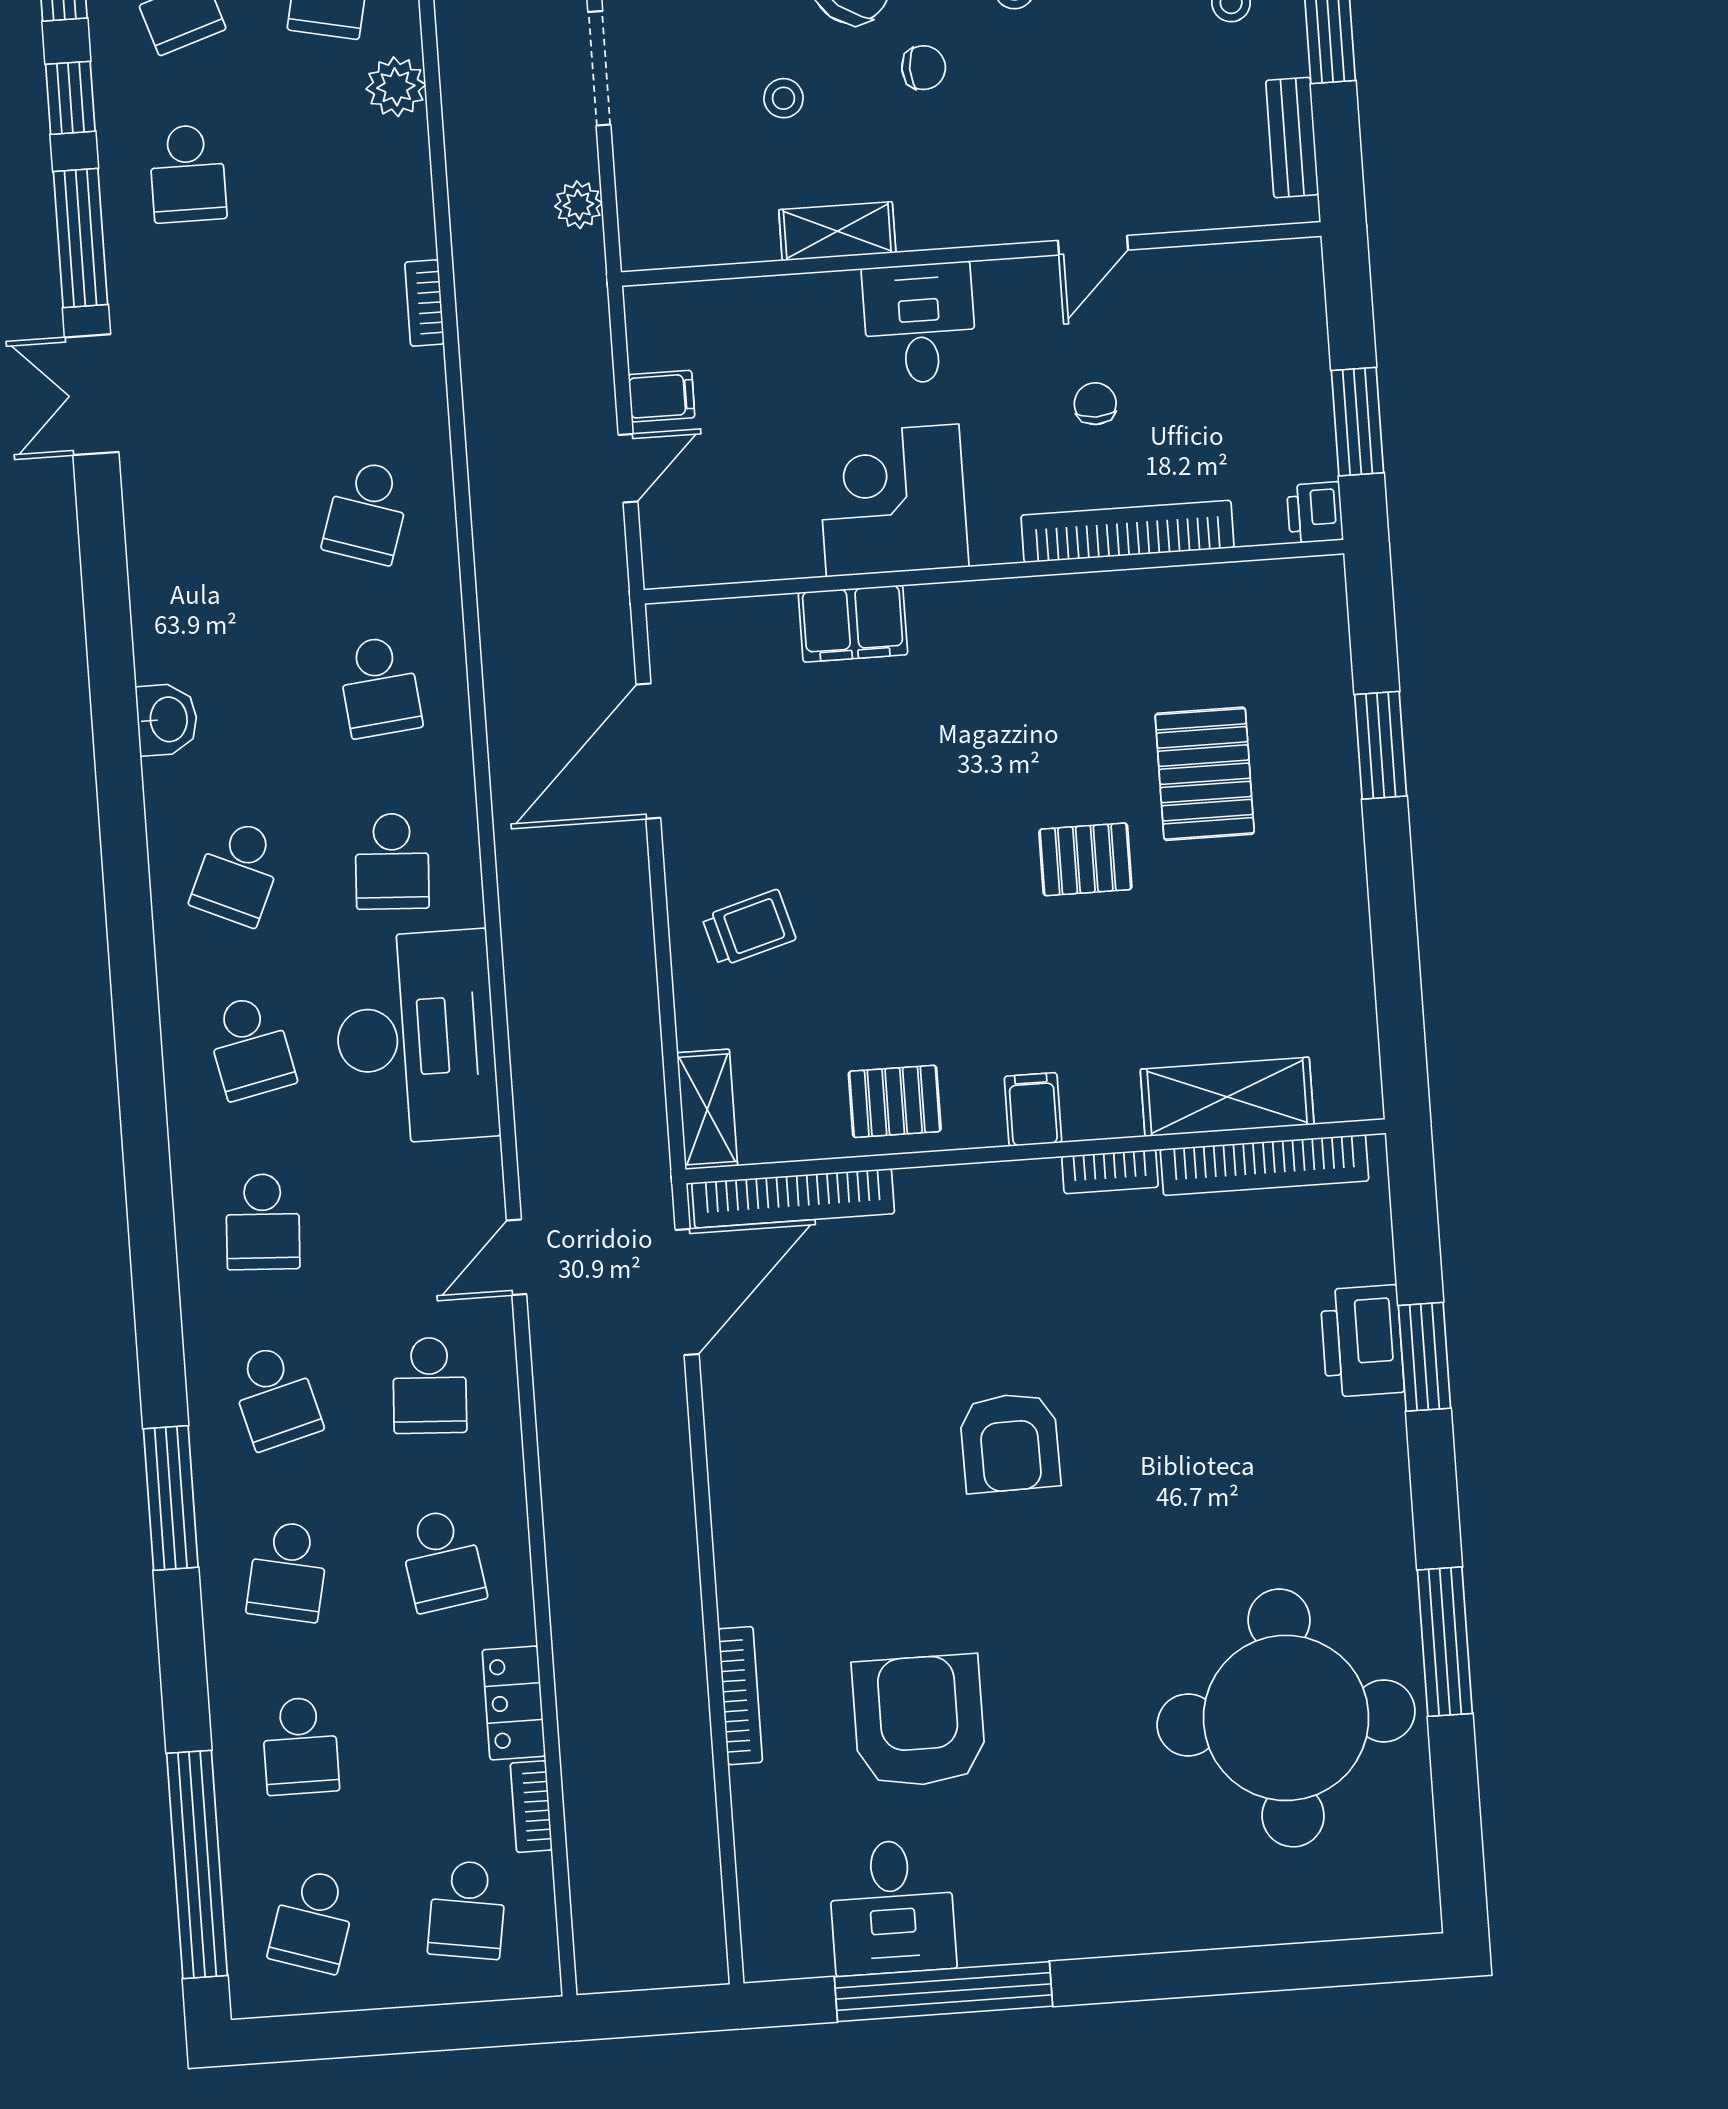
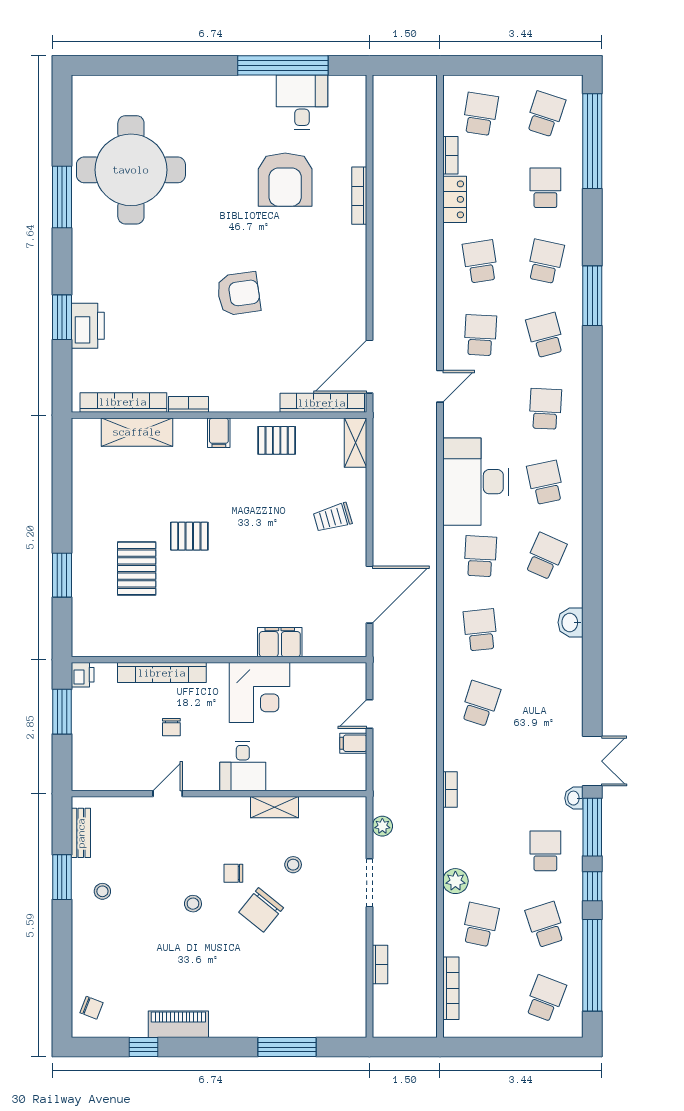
washbasin: (129, 304) -> (574, 798), added
armchair: (1010, 1443) -> (239, 294), turned 83

